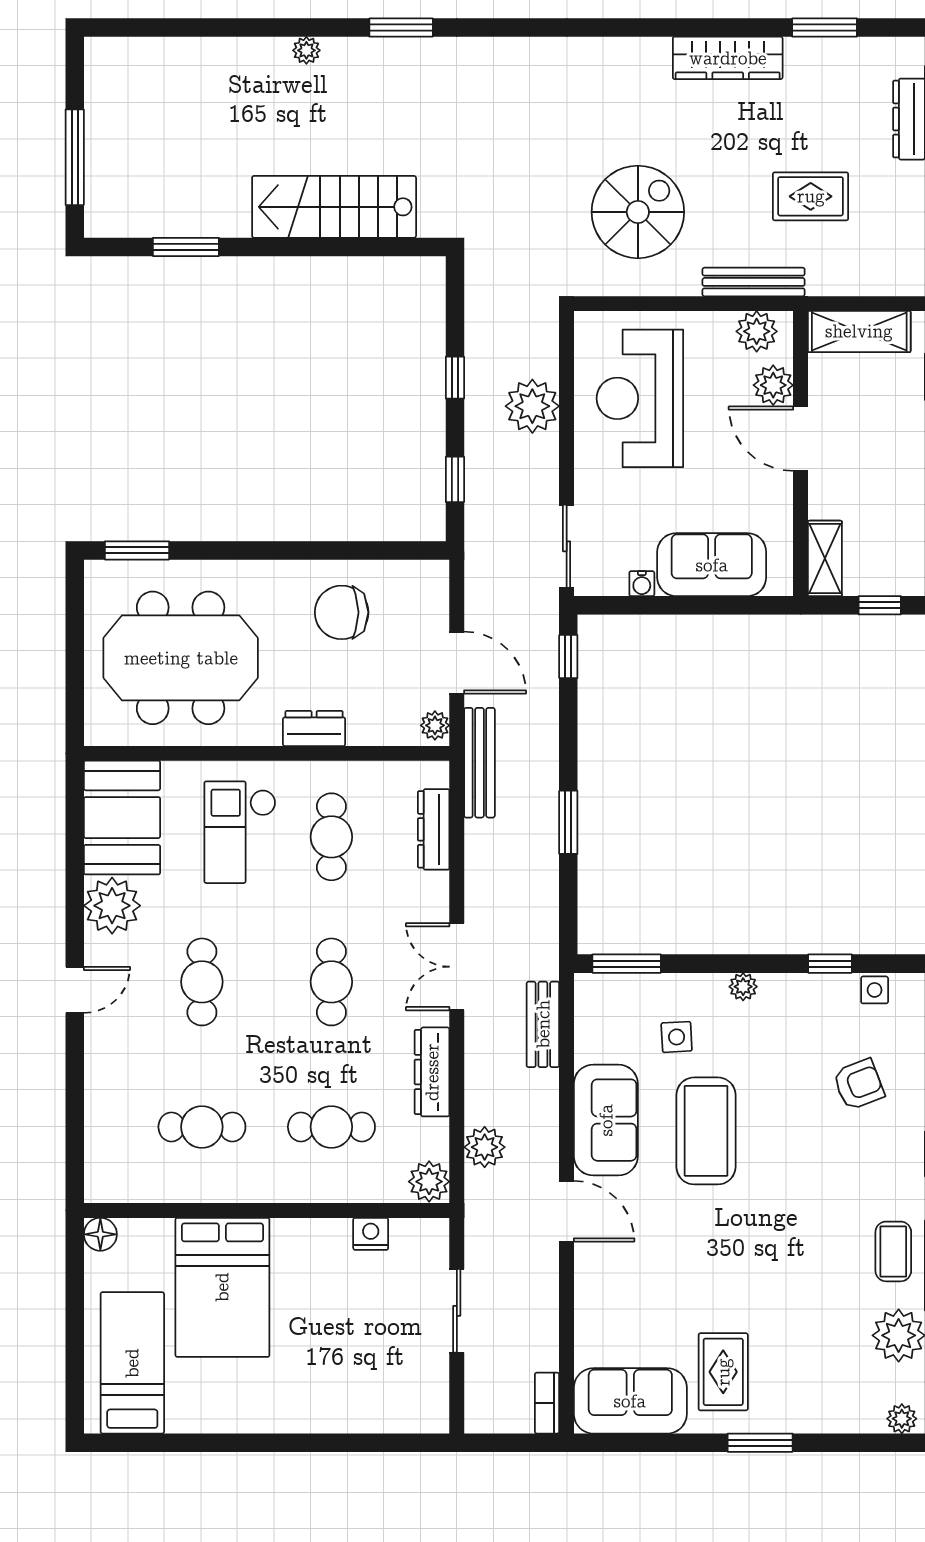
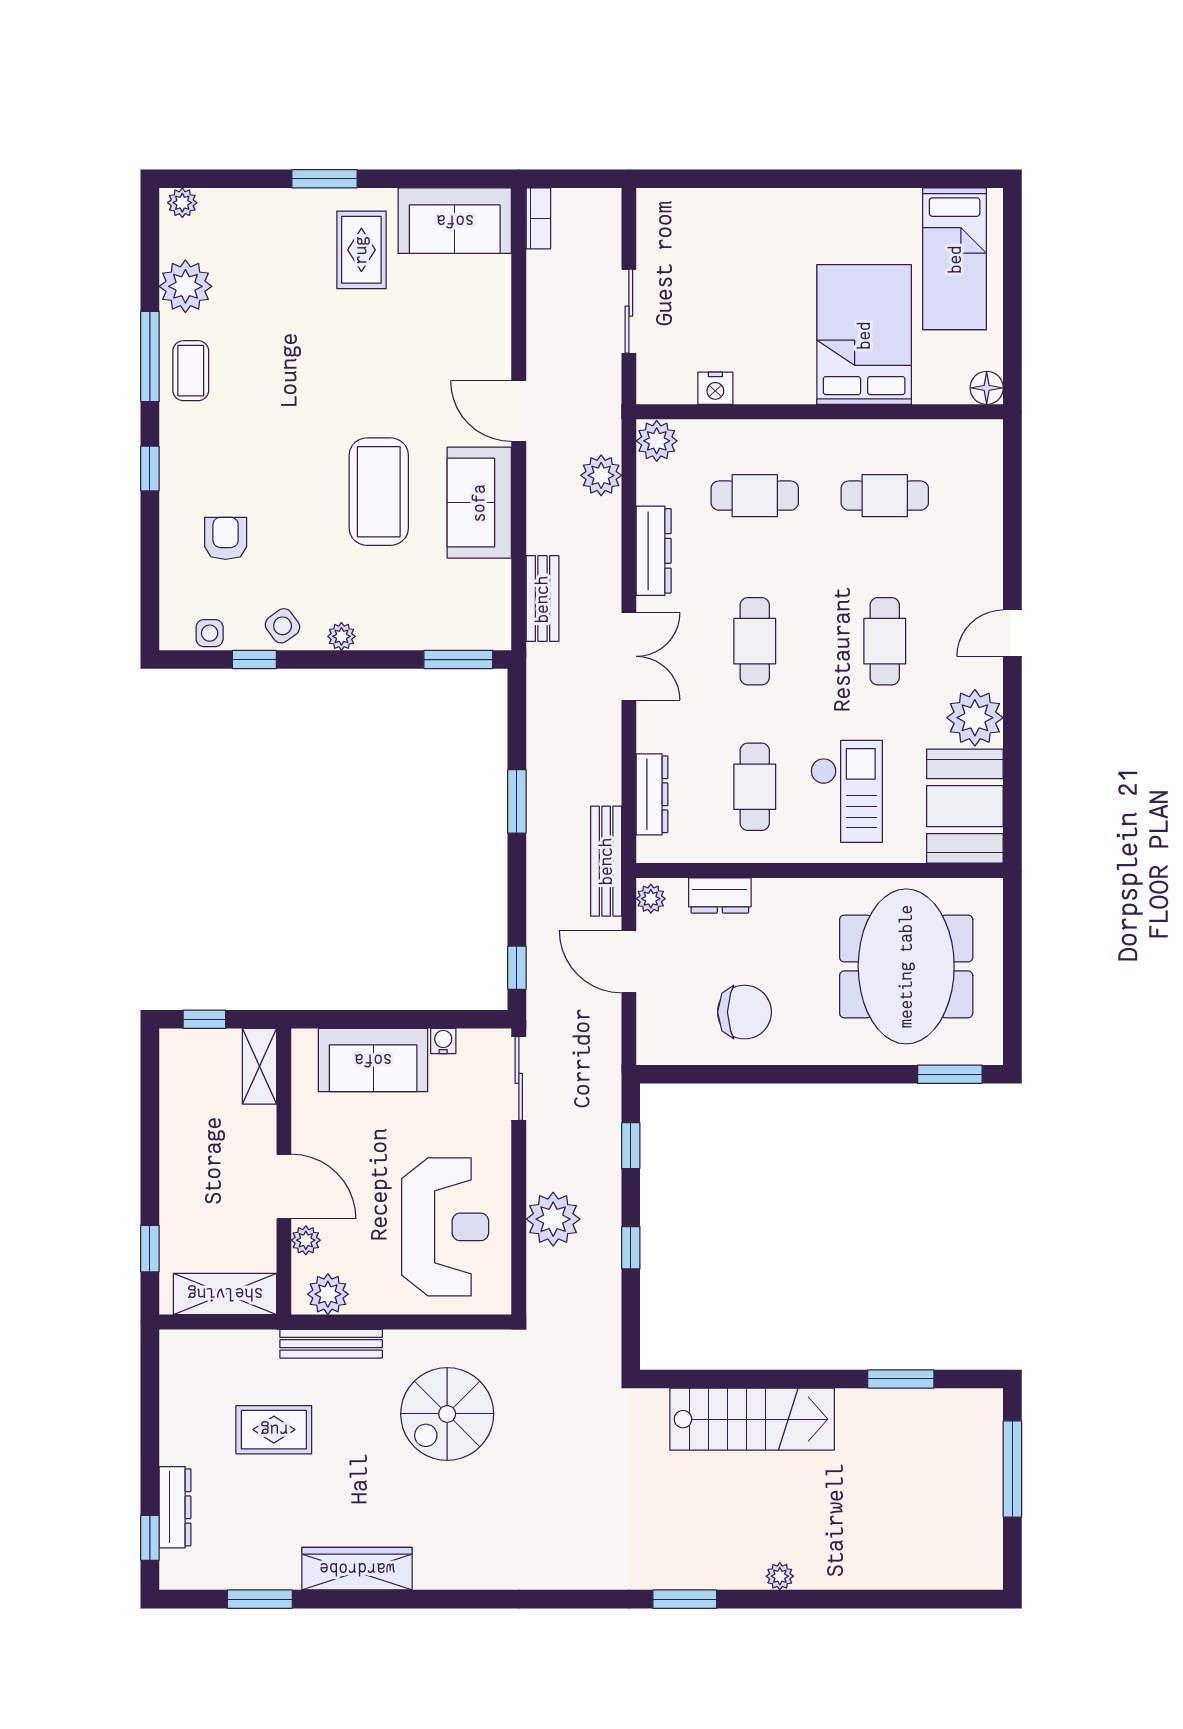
plant: (773, 385) -> (306, 1240), width x0.73, depth x0.73
meeting table: (181, 658) -> (906, 966), turned 90
dresser: (314, 729) -> (720, 896), moved
side table: (677, 1037) -> (283, 626), moved, turned -33
armchair: (859, 1084) -> (226, 538), turned 111

